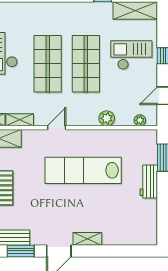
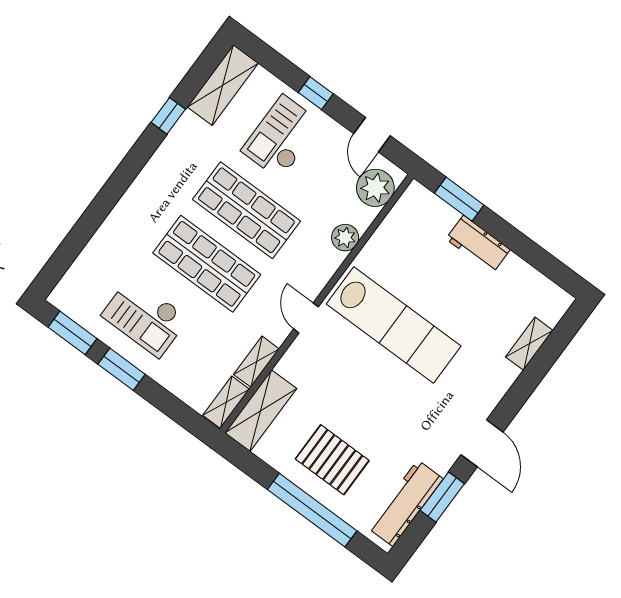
plant: (140, 120) -> (375, 188), width x1.88, depth x1.88
lab bench: (83, 170) -> (394, 325), turned -90
shelving: (87, 239) -> (529, 344), moved

